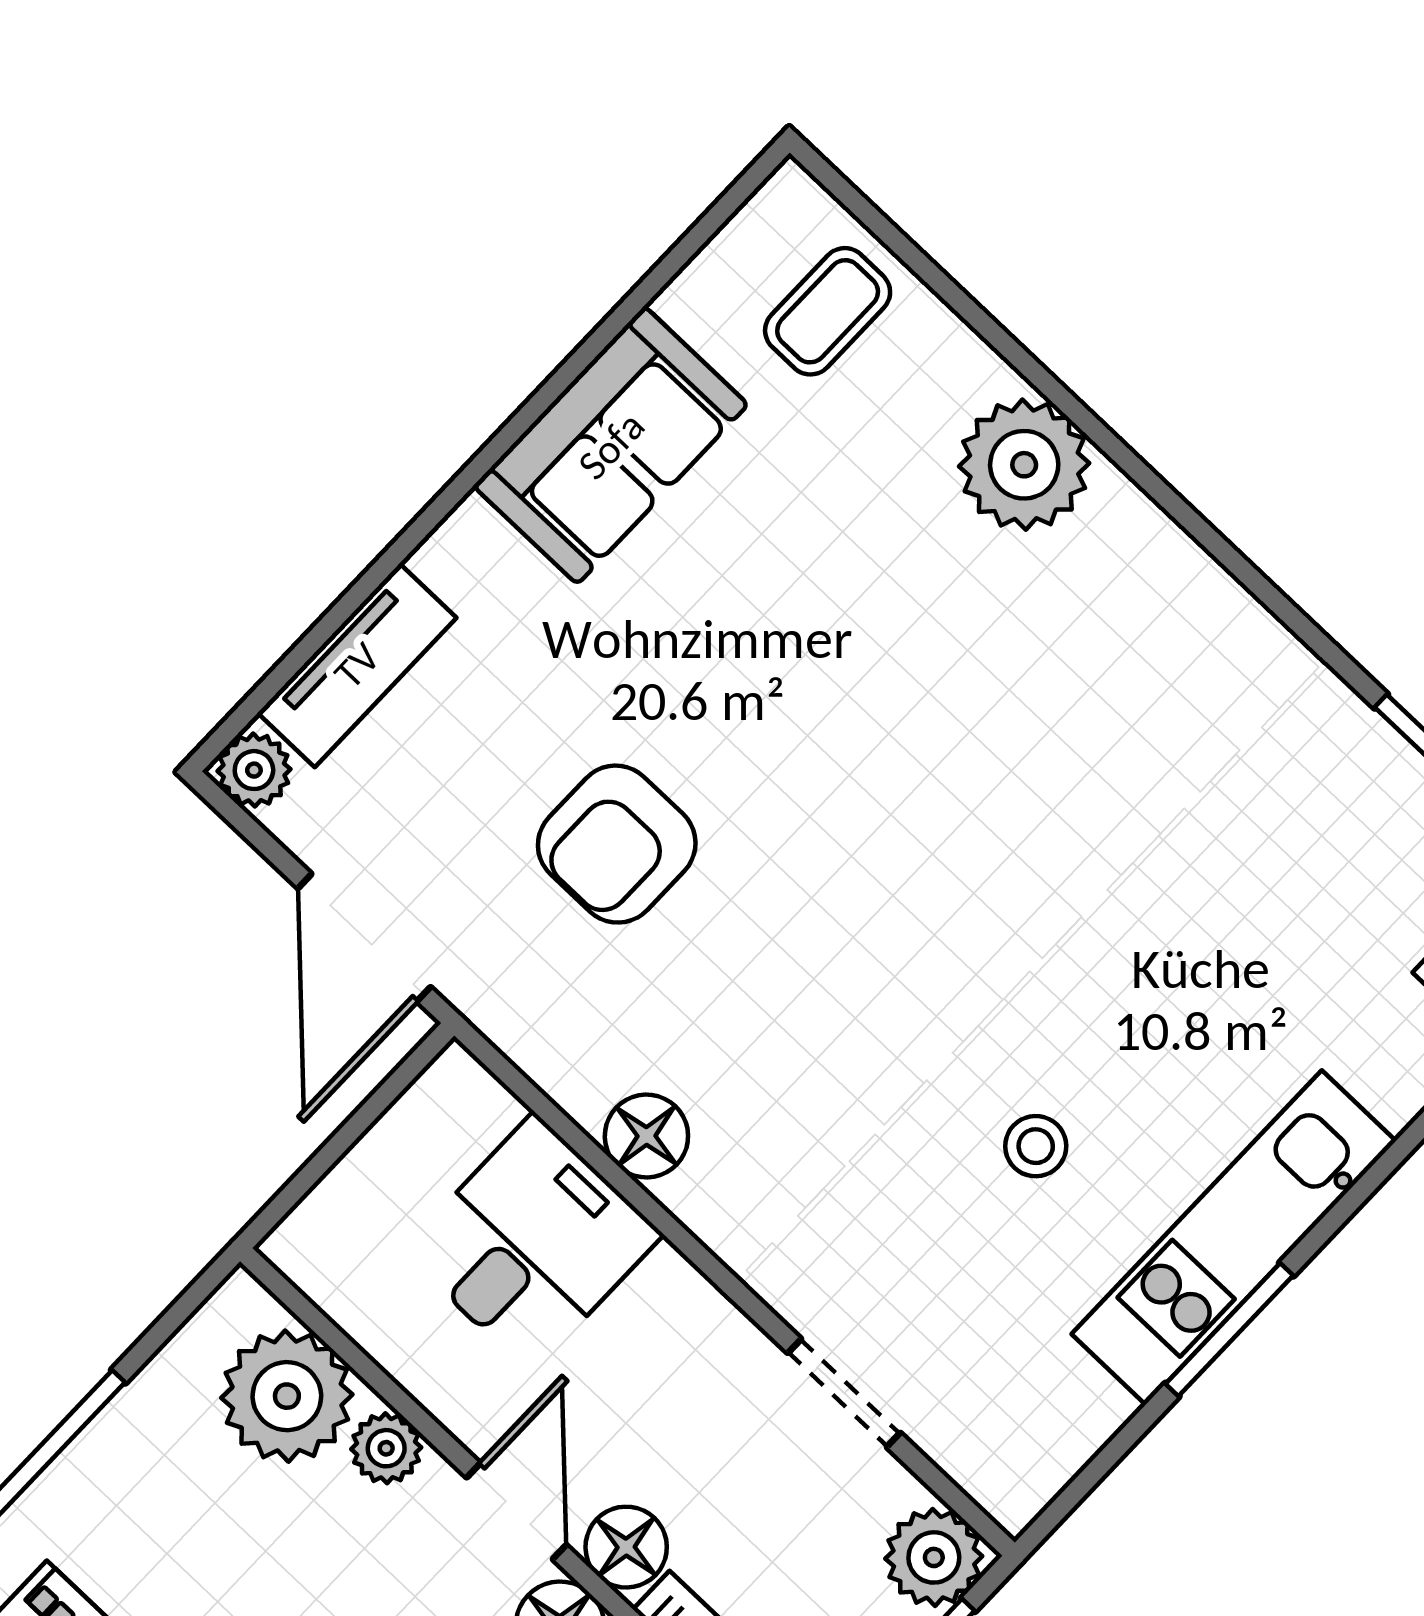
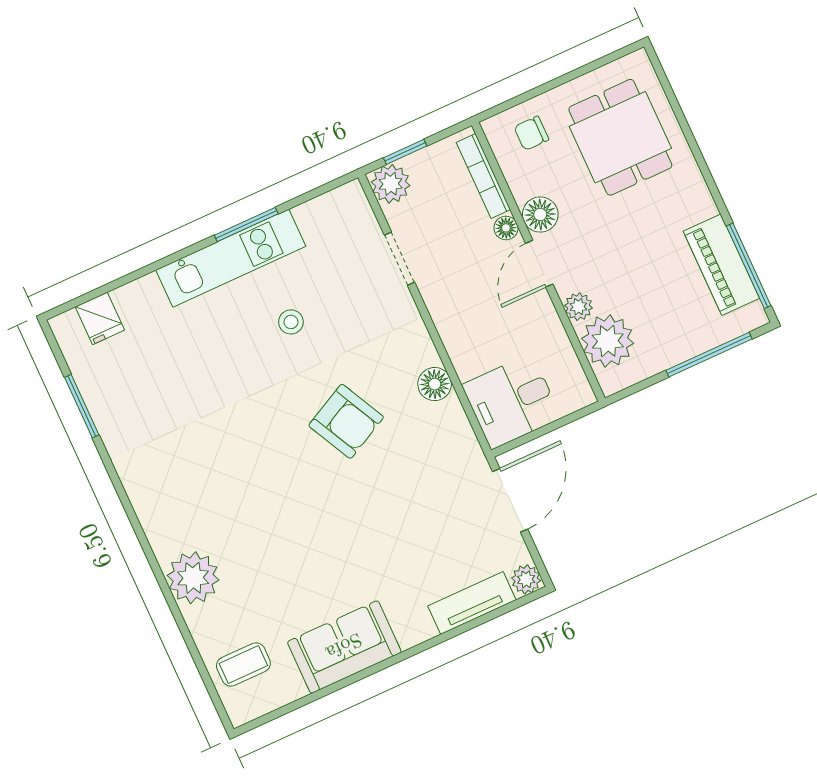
armchair: (617, 844) -> (346, 421), moved, turned 63
desk: (532, 1243) -> (512, 401), moved
floor lamp: (626, 1547) -> (506, 228), width x0.73, depth x0.73

